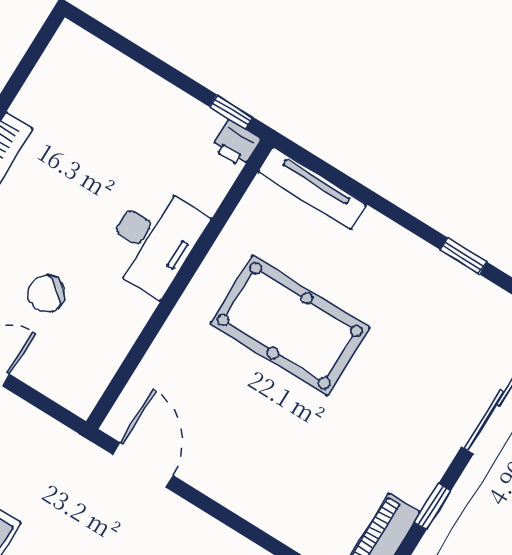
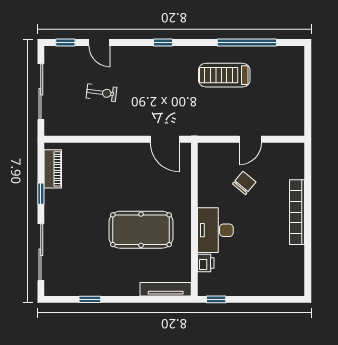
printer: (236, 144) -> (206, 263), moved, turned 90

